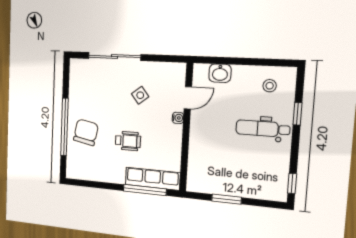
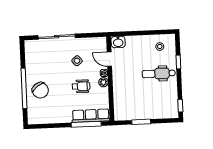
washbasin: (220, 73) -> (118, 42), moved
door: (188, 98) -> (109, 59), swing flipped
chair: (86, 132) -> (40, 90), turned 134
plant: (176, 132) -> (103, 82), added
wheelchair: (128, 141) -> (81, 86), moved

